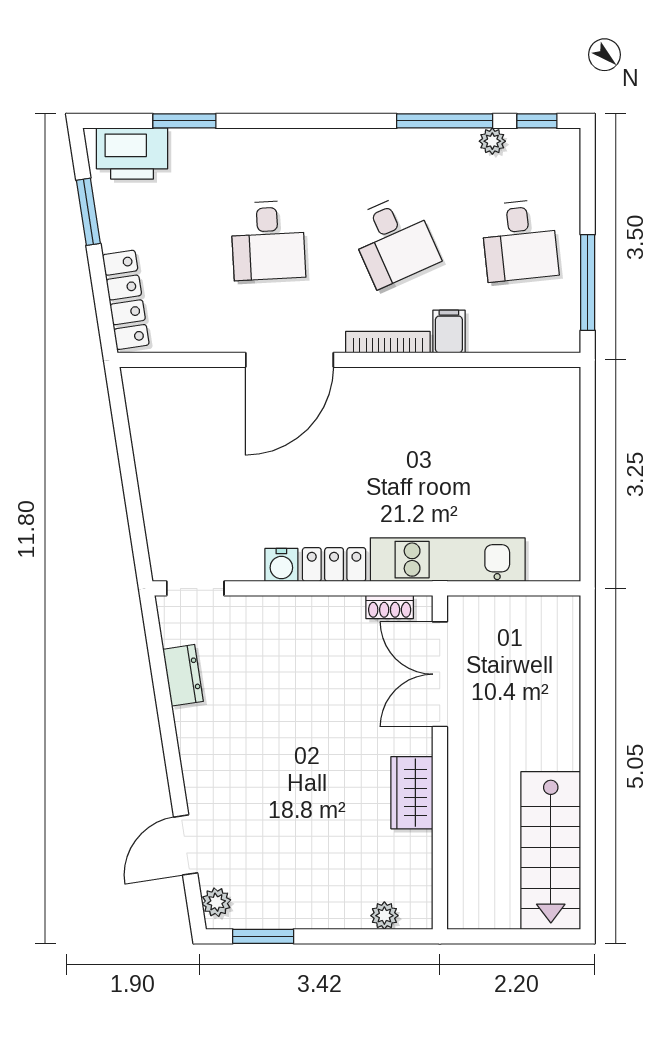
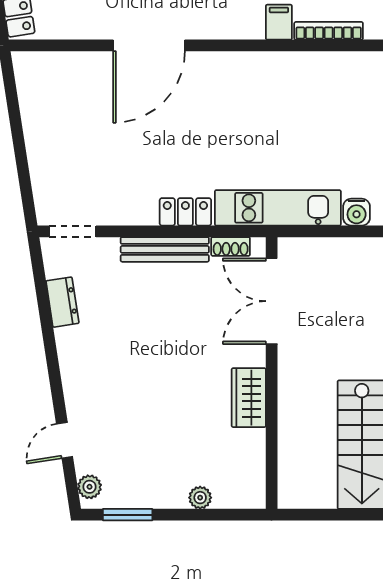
bookcase: (388, 342) -> (329, 31), moved
water cooler: (281, 565) -> (357, 212), moved
bench: (309, 611) -> (165, 249), added
door: (186, 845) -> (65, 440), width x0.73
plant: (384, 916) -> (200, 498), moved

